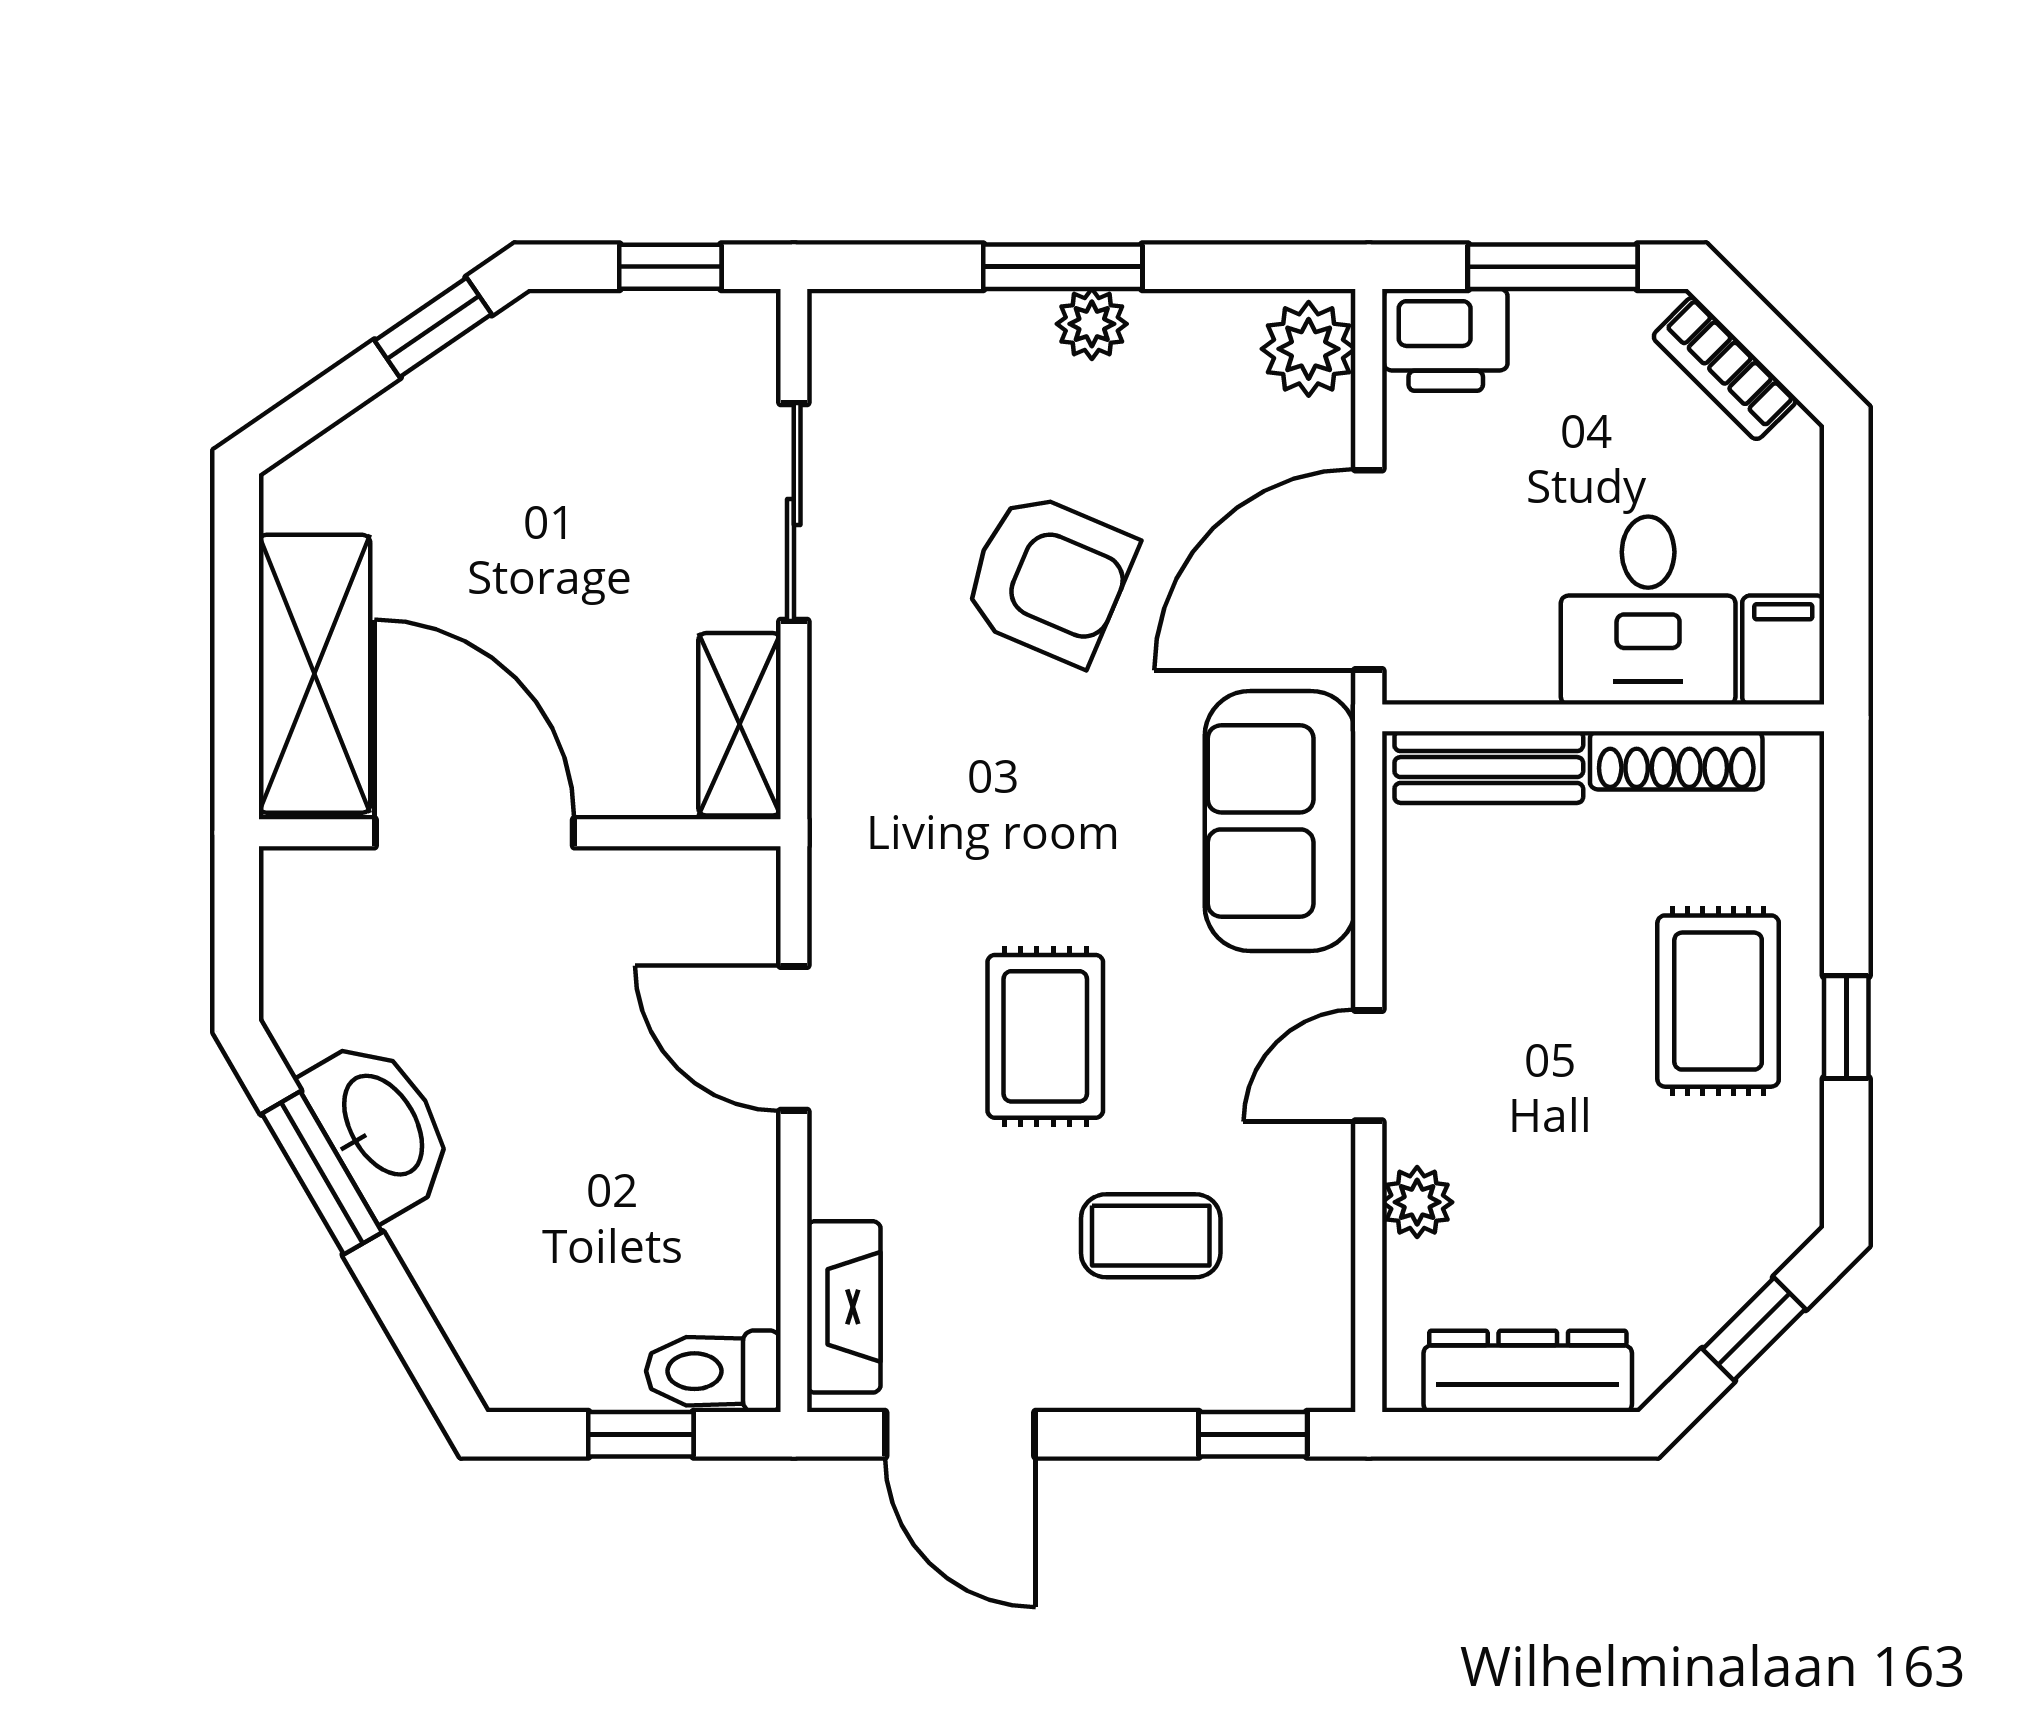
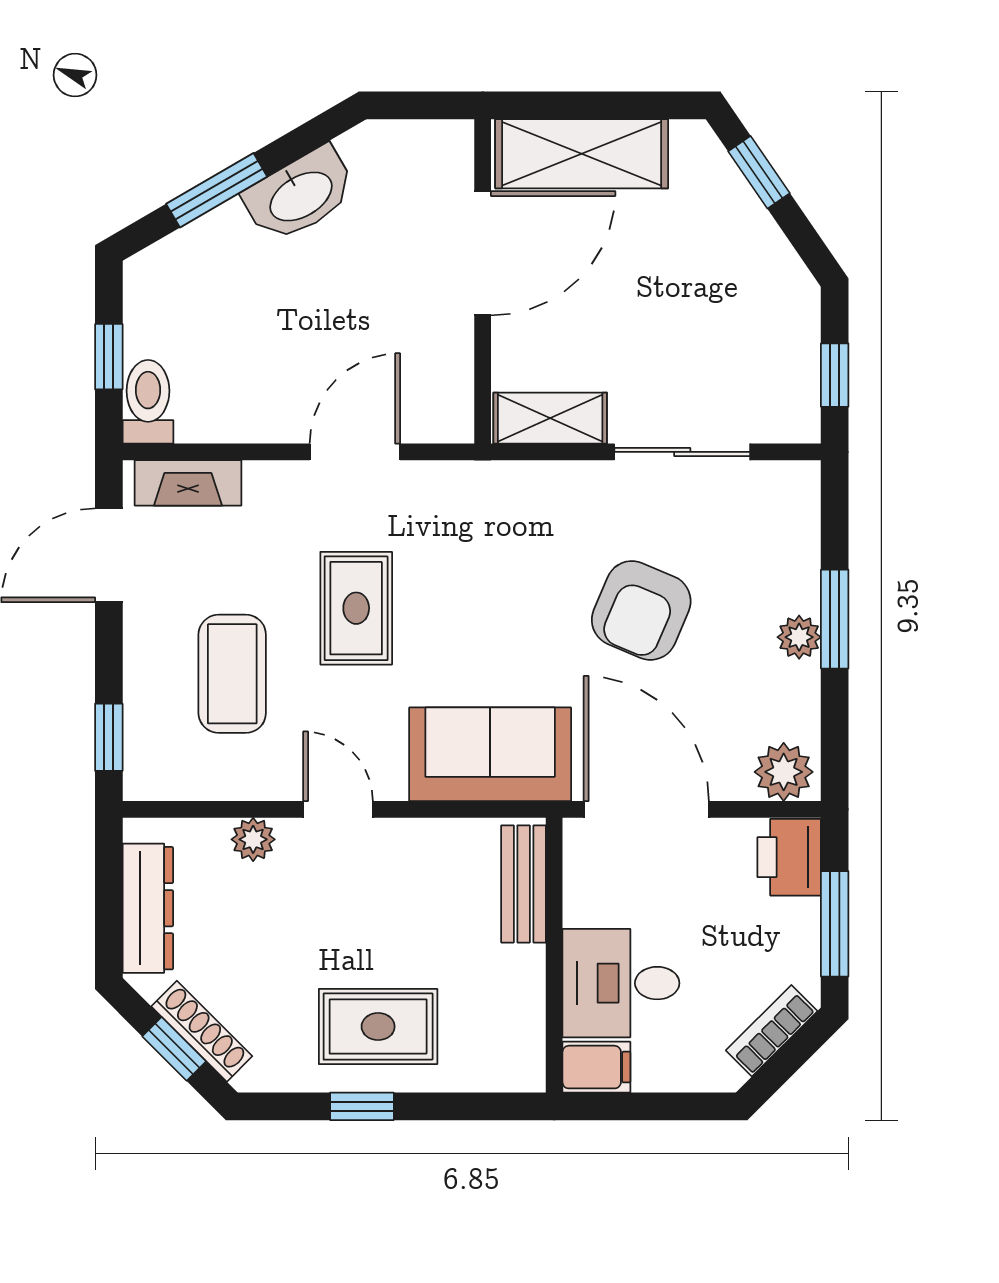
window: (433, 327) -> (759, 172), moved
shoe rack: (1676, 760) -> (202, 1031), moved, turned 135
rug: (1045, 1036) -> (356, 608), turned 90
window: (322, 1173) -> (217, 190), moved
coffee table: (1151, 1236) -> (232, 674), width x1.36, depth x1.30

